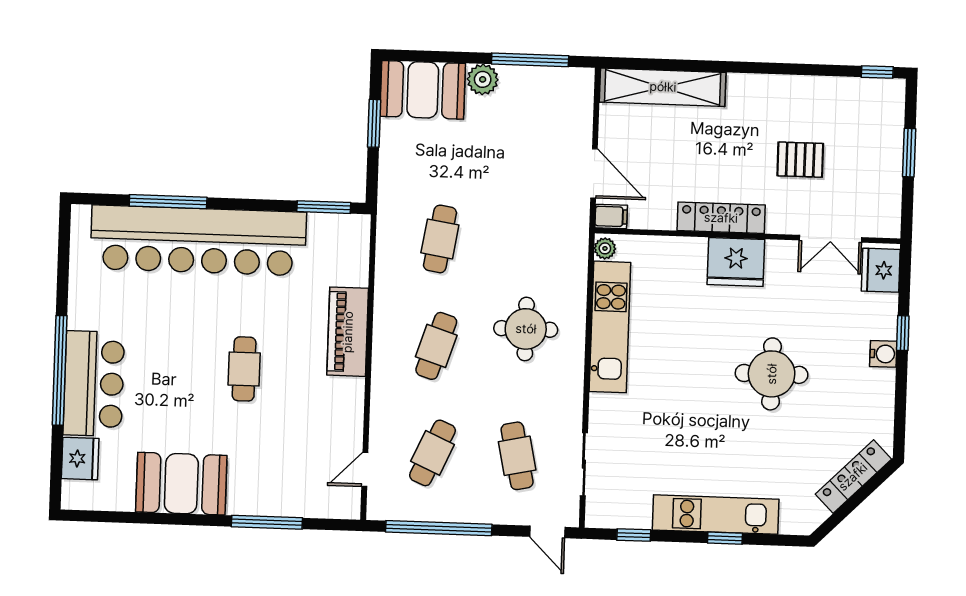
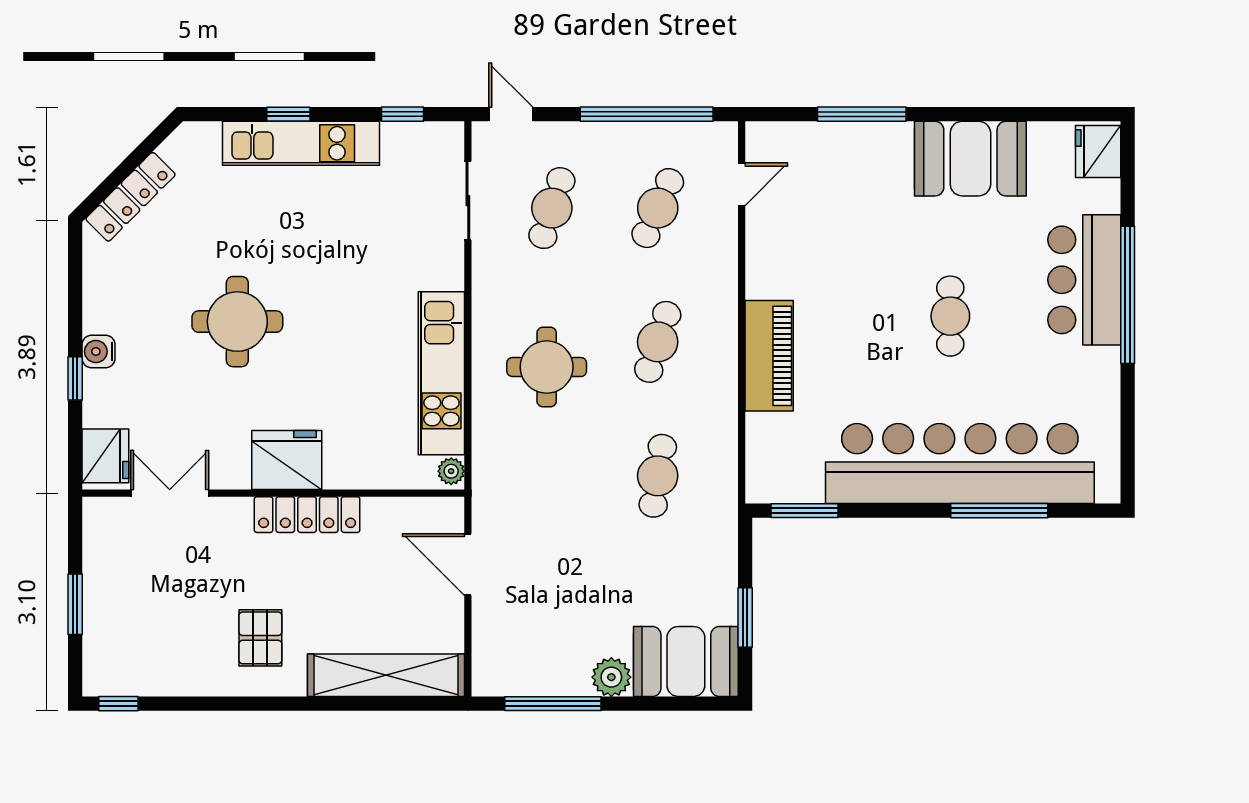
pallet: (800, 160) -> (260, 638), moved, turned 90
filing cabinet: (611, 216) -> (445, 511), removed
cafe table: (244, 369) -> (950, 316), moved
cafe table: (517, 456) -> (552, 208), turned 30
fridge: (80, 458) -> (1098, 152), moved

